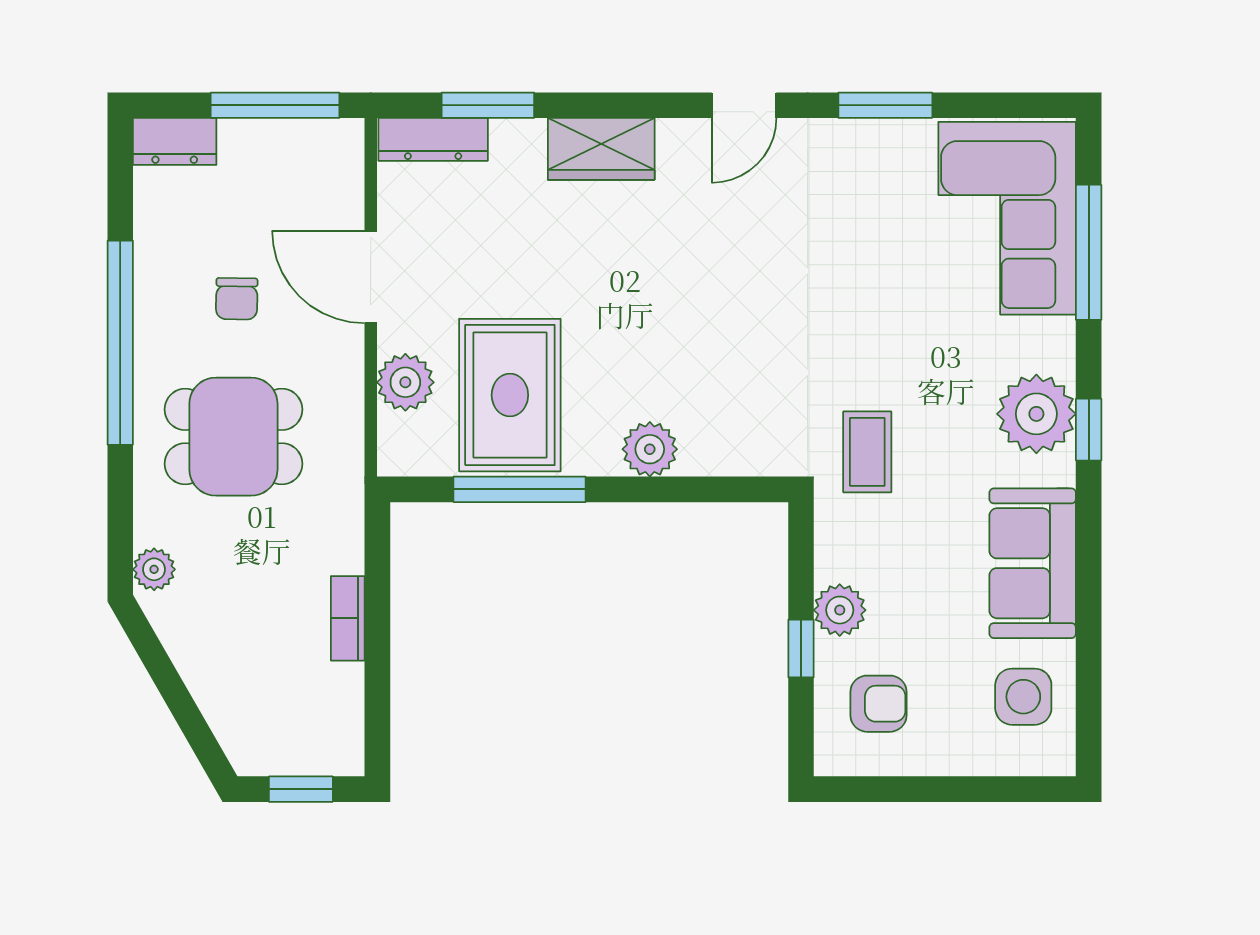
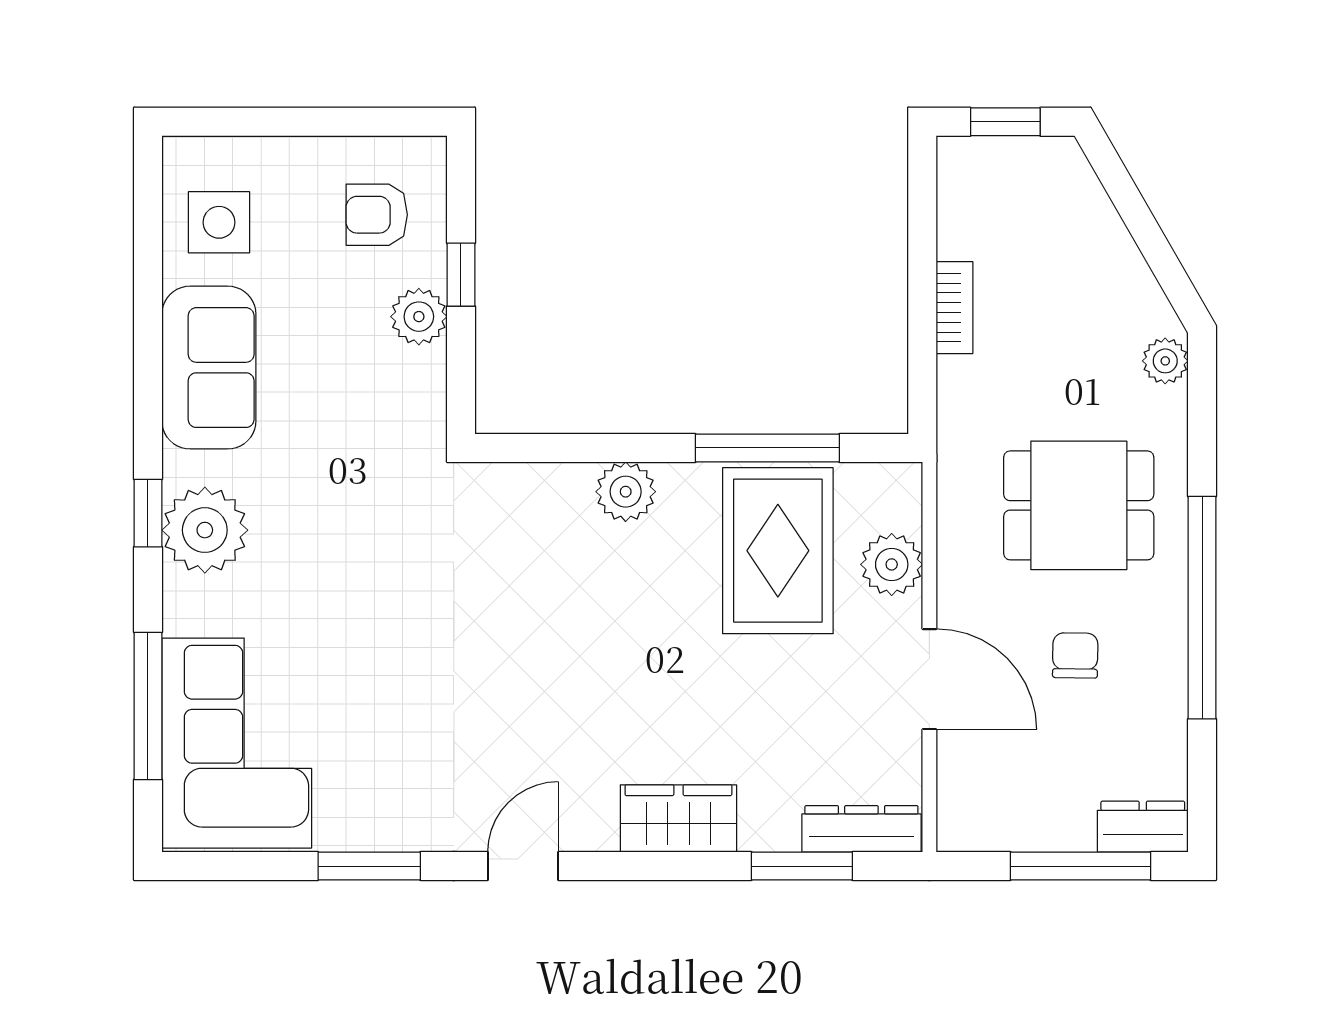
window: (275, 105) -> (1080, 866), moved
coffee table: (867, 452) -> (389, 489), removed

